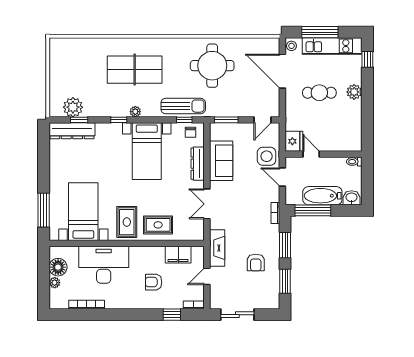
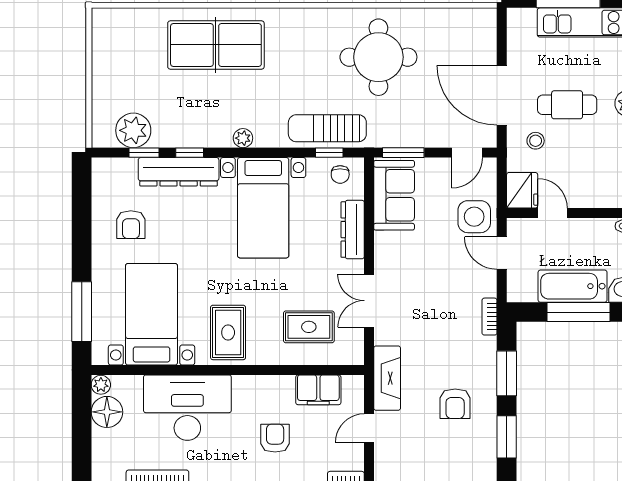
stool: (291, 46) -> (536, 141), moved
table tennis table: (135, 70) -> (216, 45), moved
door: (282, 71) -> (502, 95), moved
sun lounger: (183, 106) -> (327, 128), turned 180
window: (119, 120) -> (190, 153), moved
dresser: (72, 131) -> (179, 172), moved
armchair: (72, 161) -> (131, 225), added
sofa: (221, 161) -> (394, 195), moved
window: (313, 210) -> (578, 312), moved
rug: (158, 225) -> (309, 327), moved
armchair: (154, 282) -> (275, 438), turned 90
plant: (55, 283) -> (101, 385), moved

